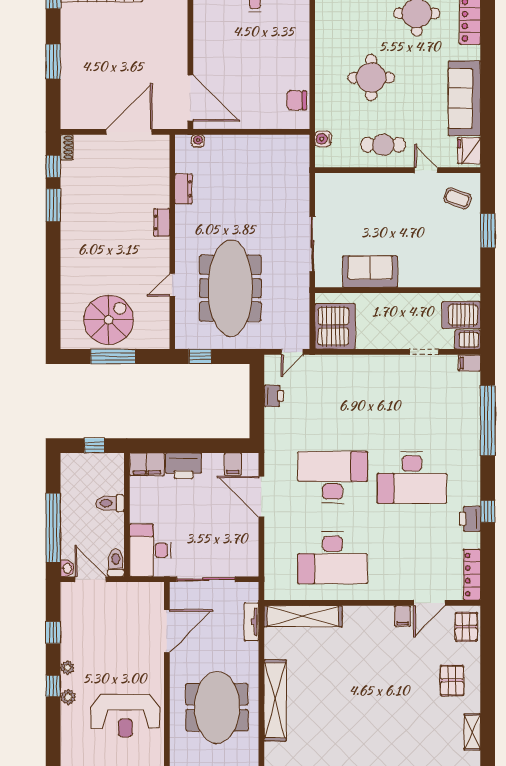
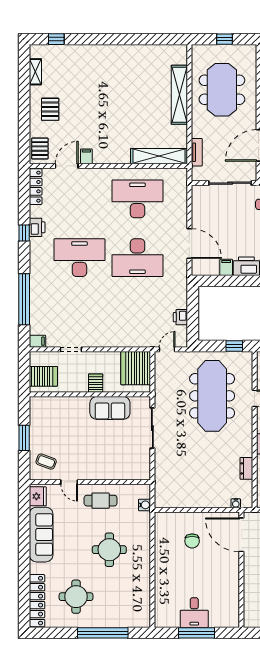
chair: (297, 100) -> (192, 541), moved, turned 90
server rack: (468, 340) -> (96, 383), moved, turned -90
filing cabinet: (233, 464) -> (226, 267), moved

